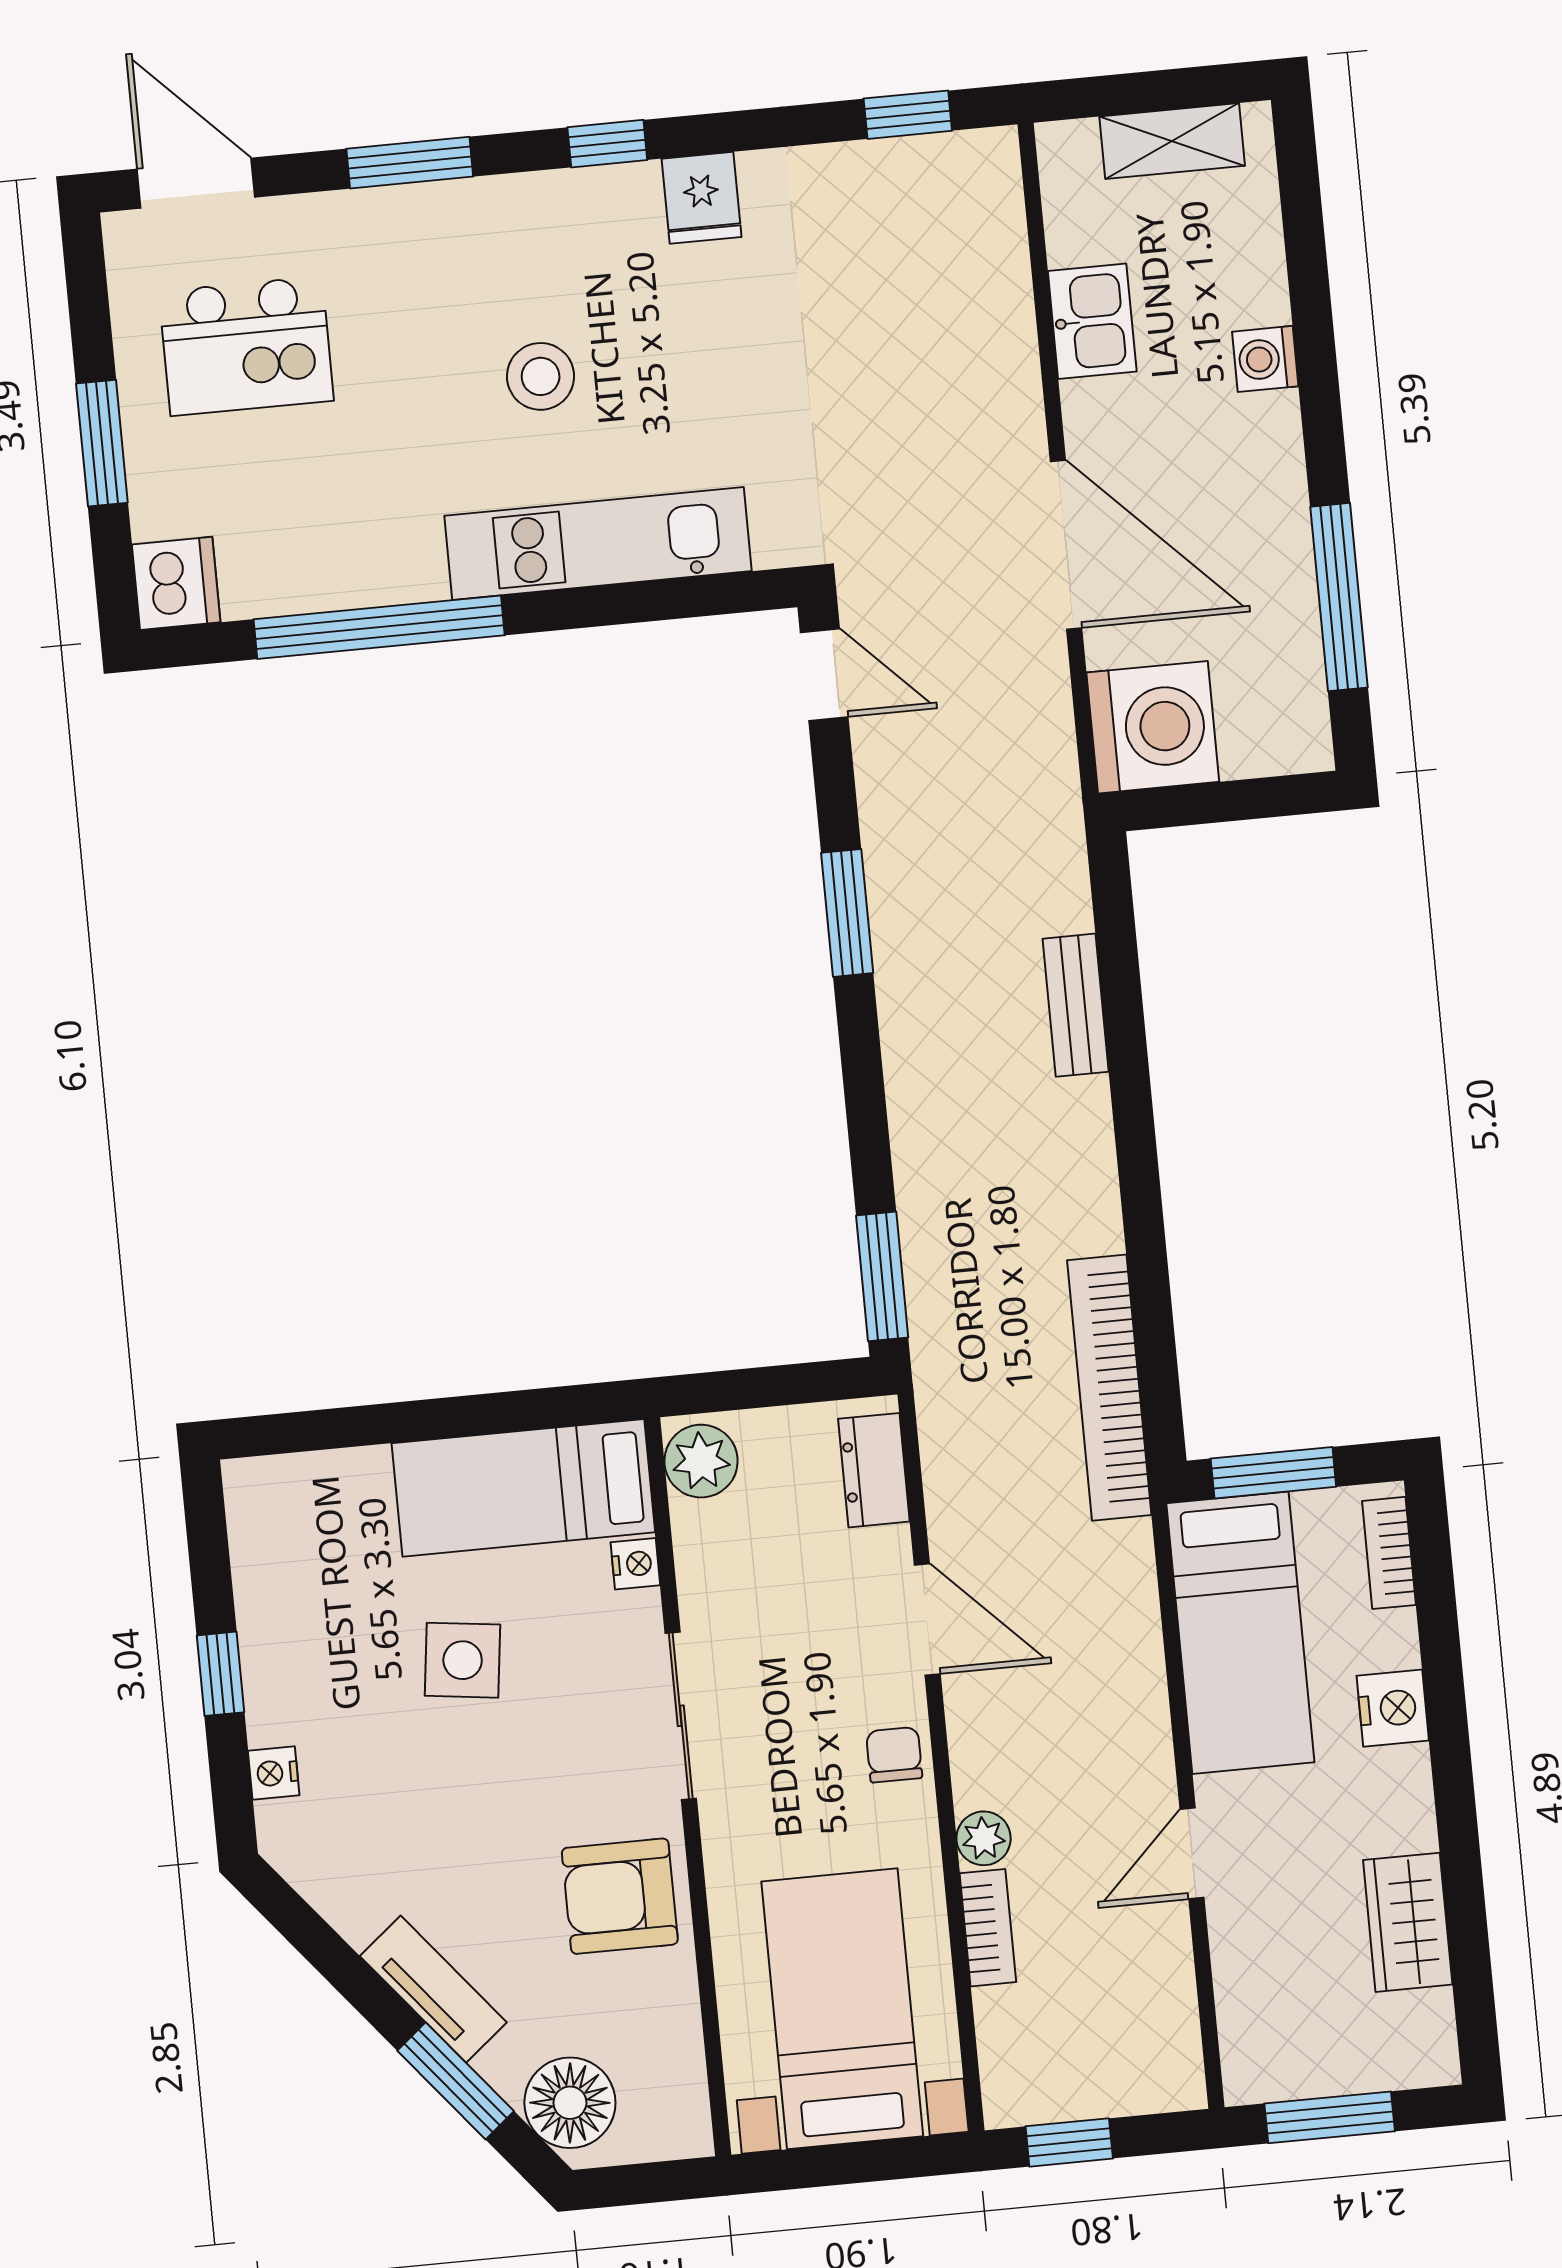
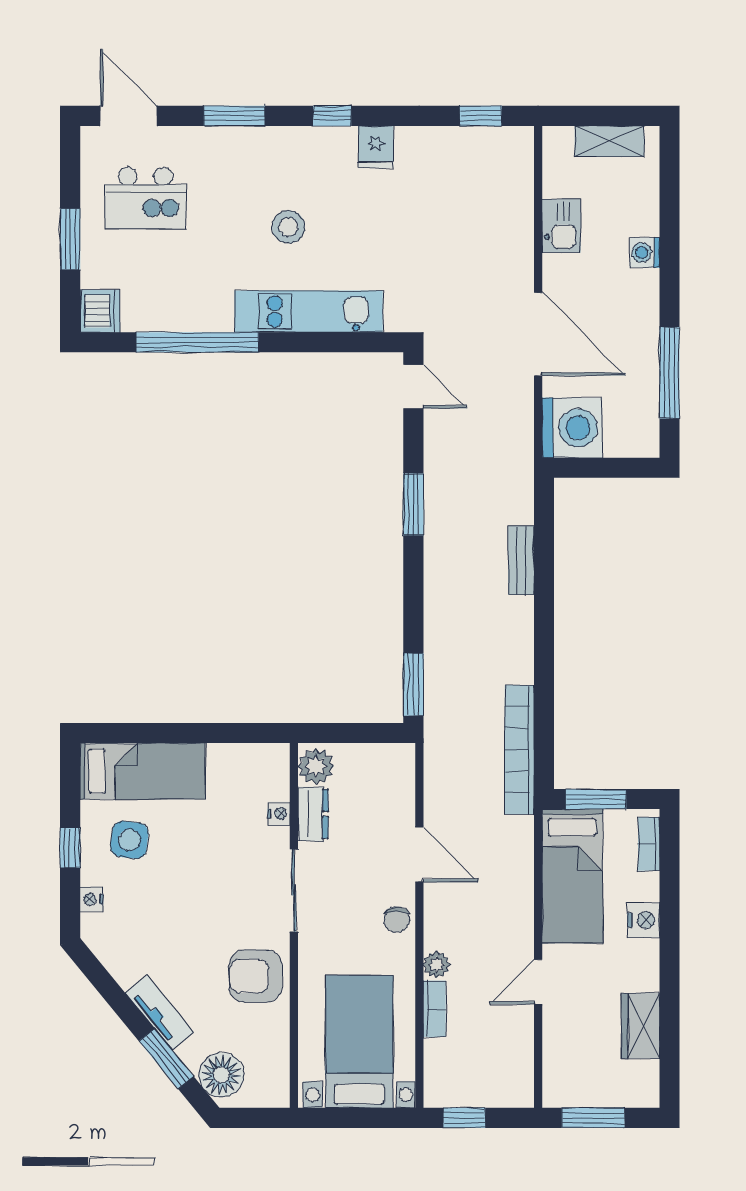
dresser: (874, 1470) -> (313, 814), moved, turned 180
bed: (523, 1488) -> (143, 771), moved, turned 180
side table: (463, 1660) -> (129, 840), moved
chair: (894, 1755) -> (397, 919), turned 180

